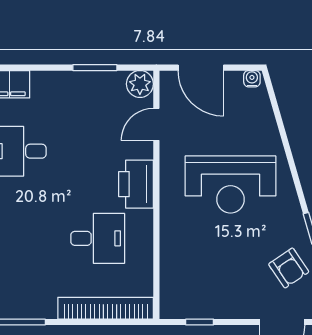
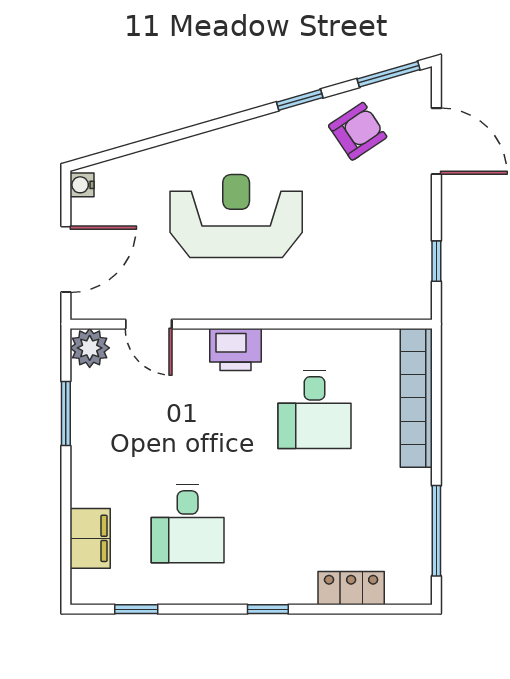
printer: (136, 184) -> (236, 349), width x0.73, depth x0.84
reception desk: (231, 185) -> (236, 216), turned -90
desk: (98, 238) -> (315, 409), turned 180

